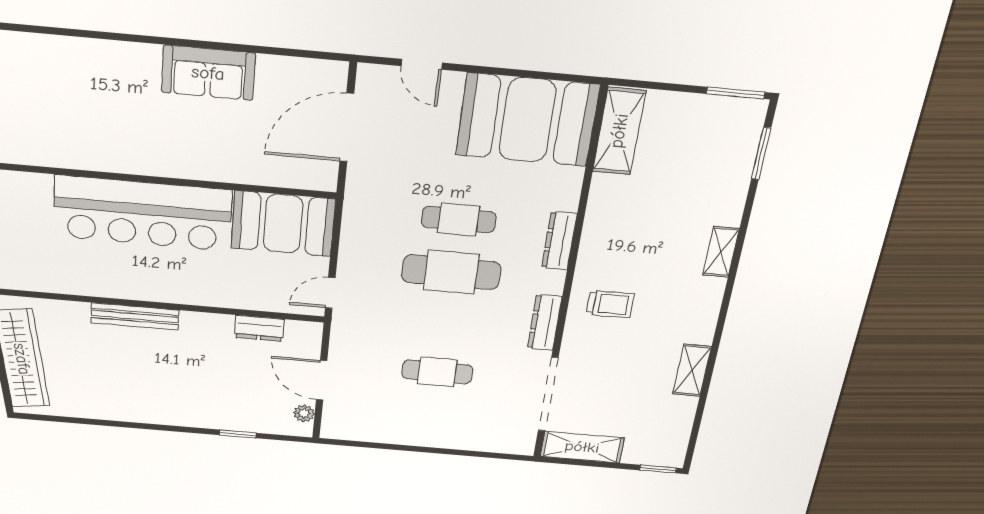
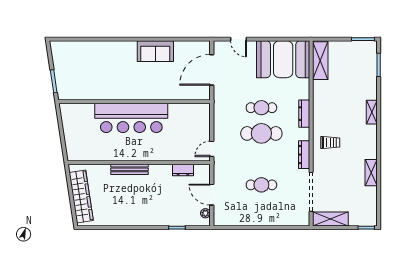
booth: (283, 224) -> (189, 117), removed

